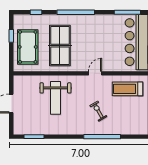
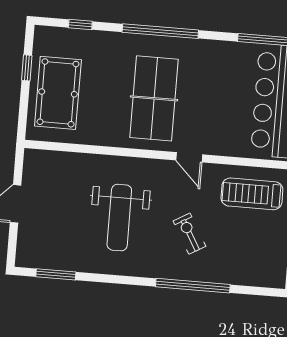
table tennis table: (60, 46) -> (154, 98), moved
door: (95, 73) -> (189, 157), swing flipped
weight bench: (55, 98) -> (119, 218), moved

